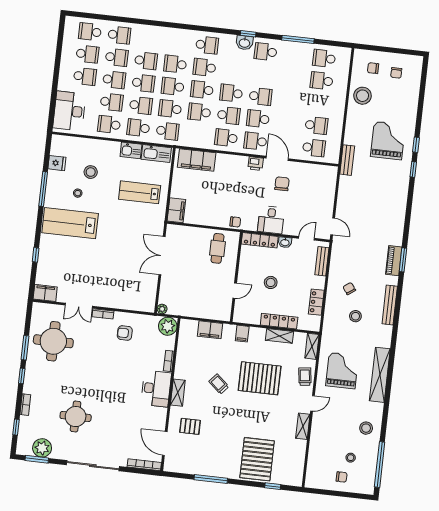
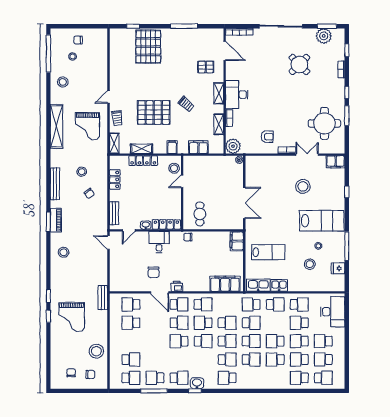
school desk: (141, 105) -> (155, 378), moved
stool: (389, 221) -> (64, 252), added
stool: (88, 268) -> (303, 186), added
stool: (271, 282) -> (174, 168), moved
round table: (76, 417) -> (299, 64), turned 45
shelving: (303, 426) -> (219, 124), moved

